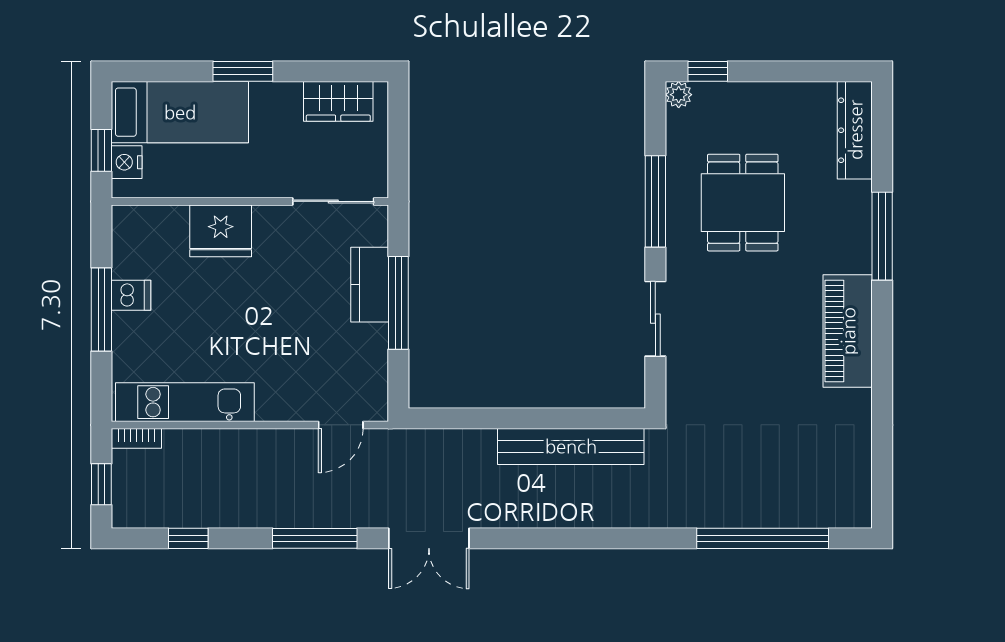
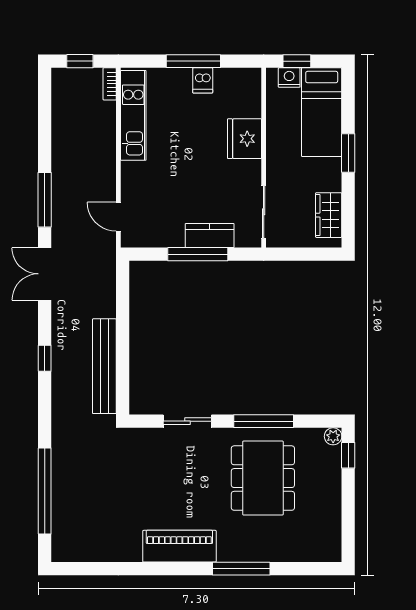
dresser: (855, 130) -> (310, 551), removed
dining table: (743, 203) -> (263, 478), width x1.38
window: (188, 538) -> (45, 358), moved

